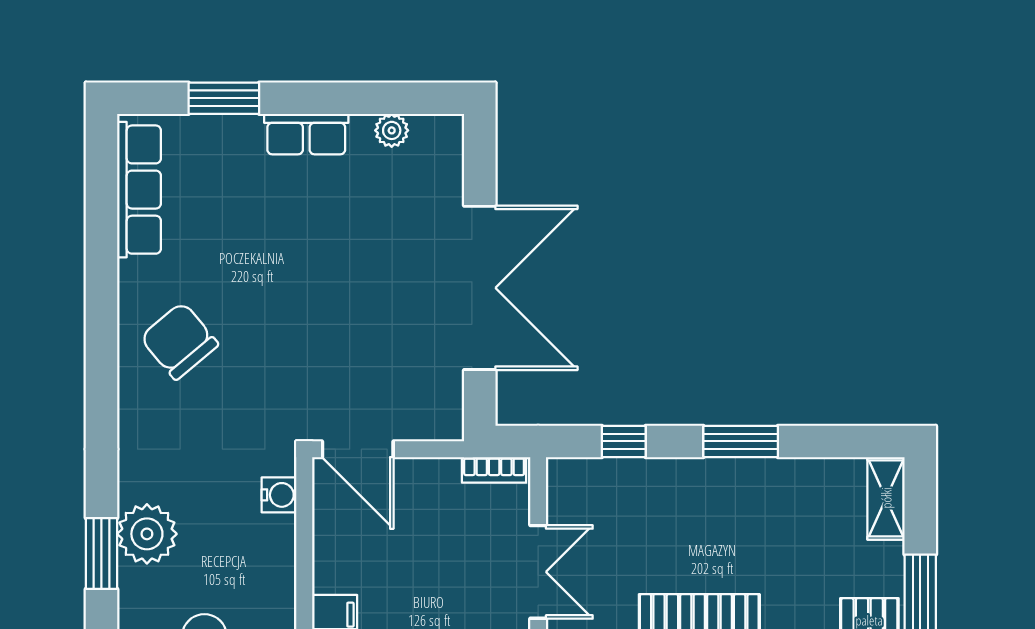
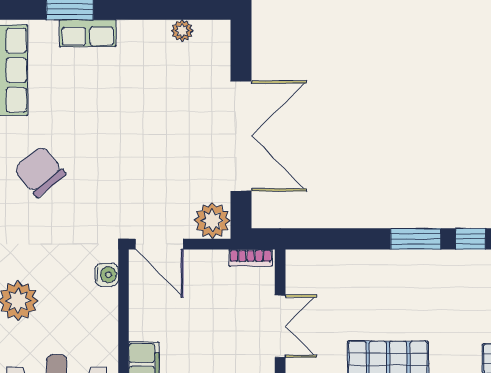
row of seats: (306, 134) -> (88, 33), moved
plant: (437, 414) -> (212, 221), added
window: (624, 441) -> (471, 239), moved

